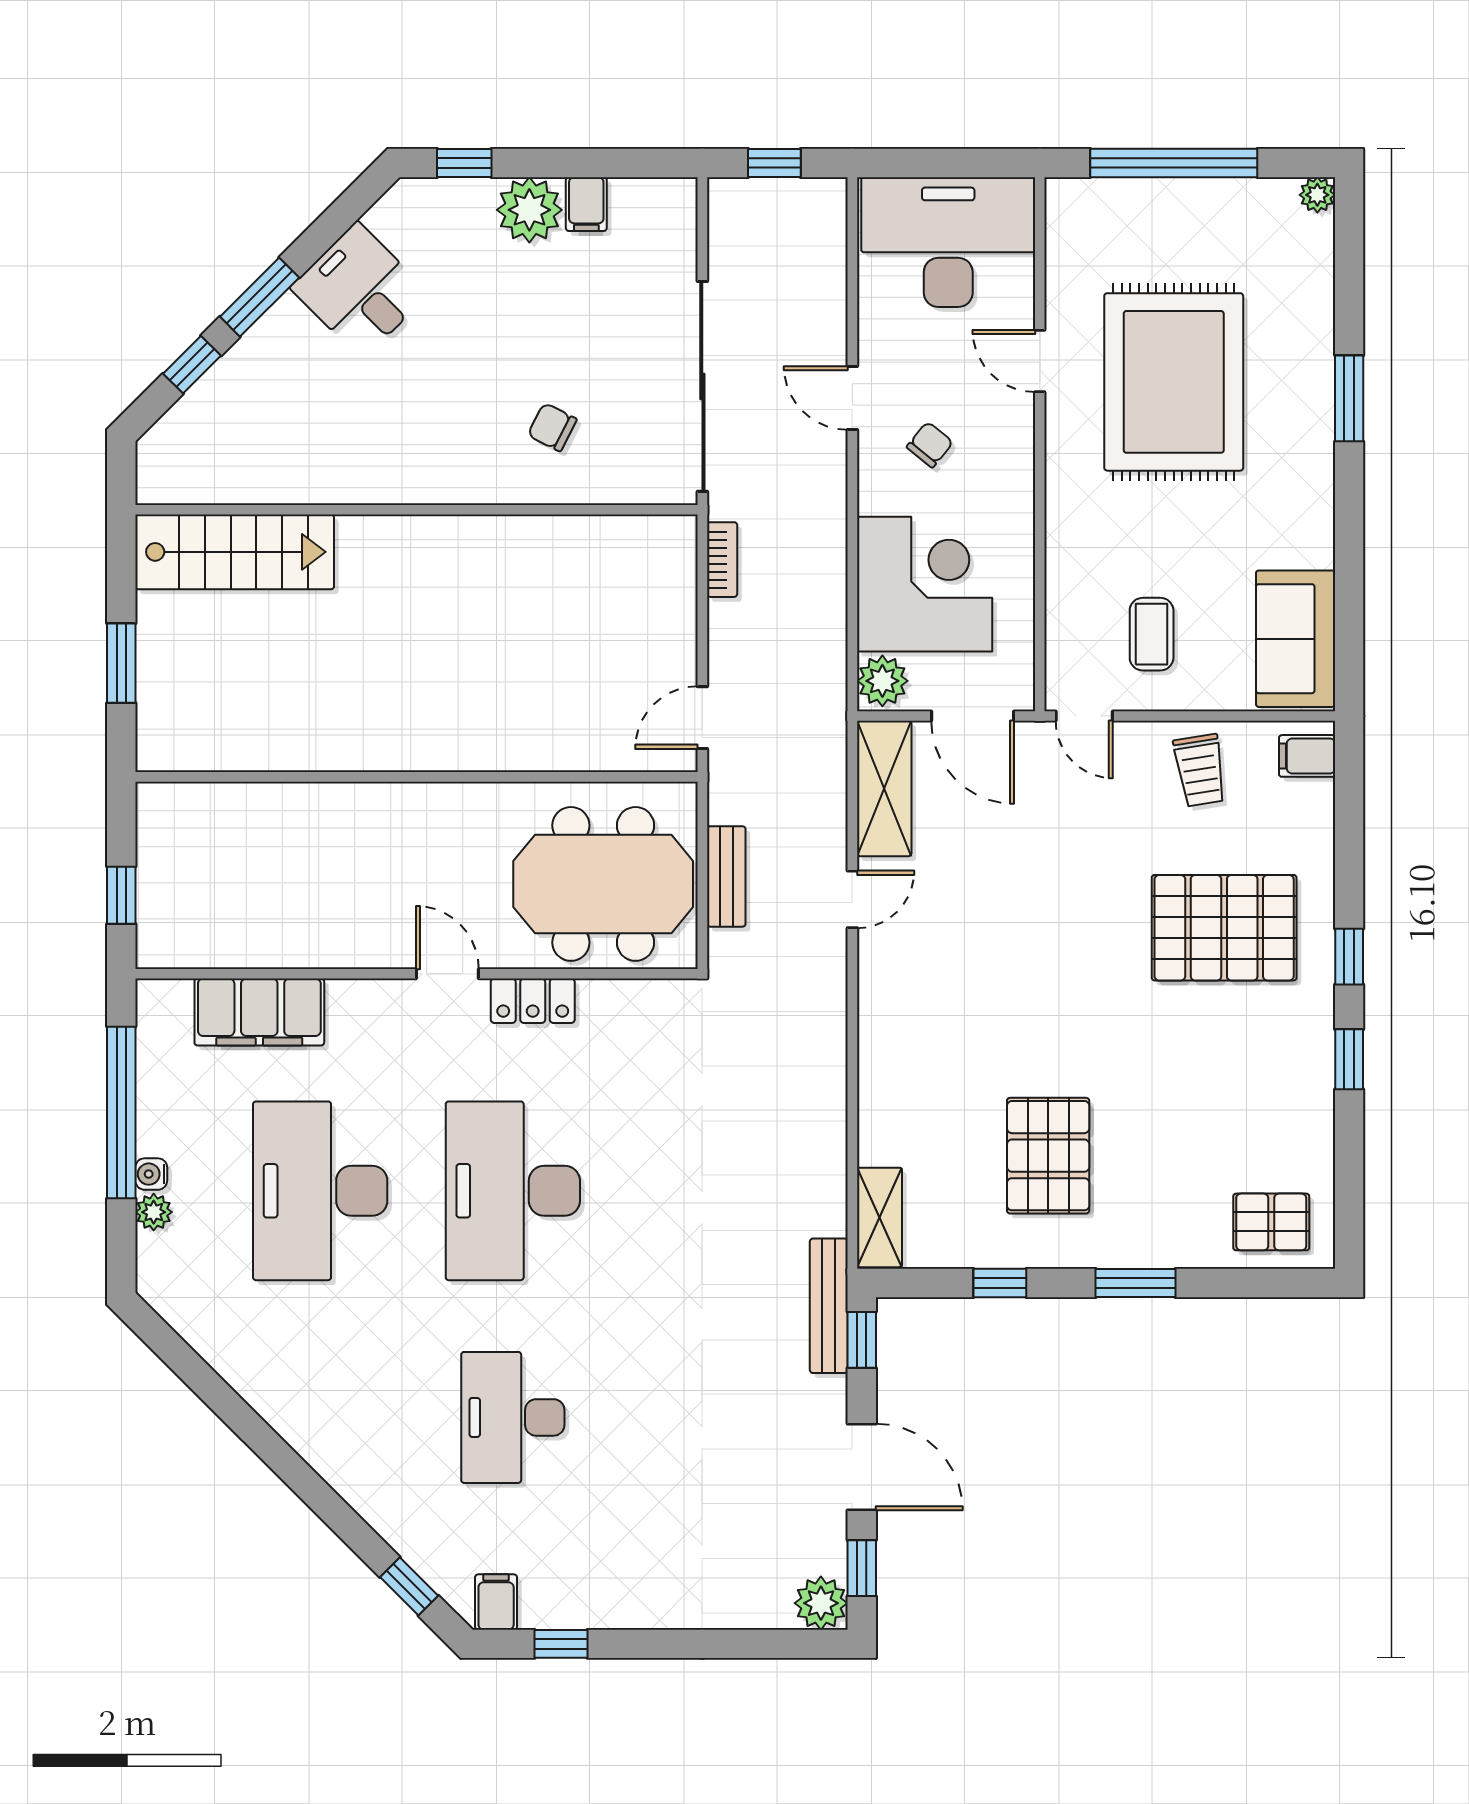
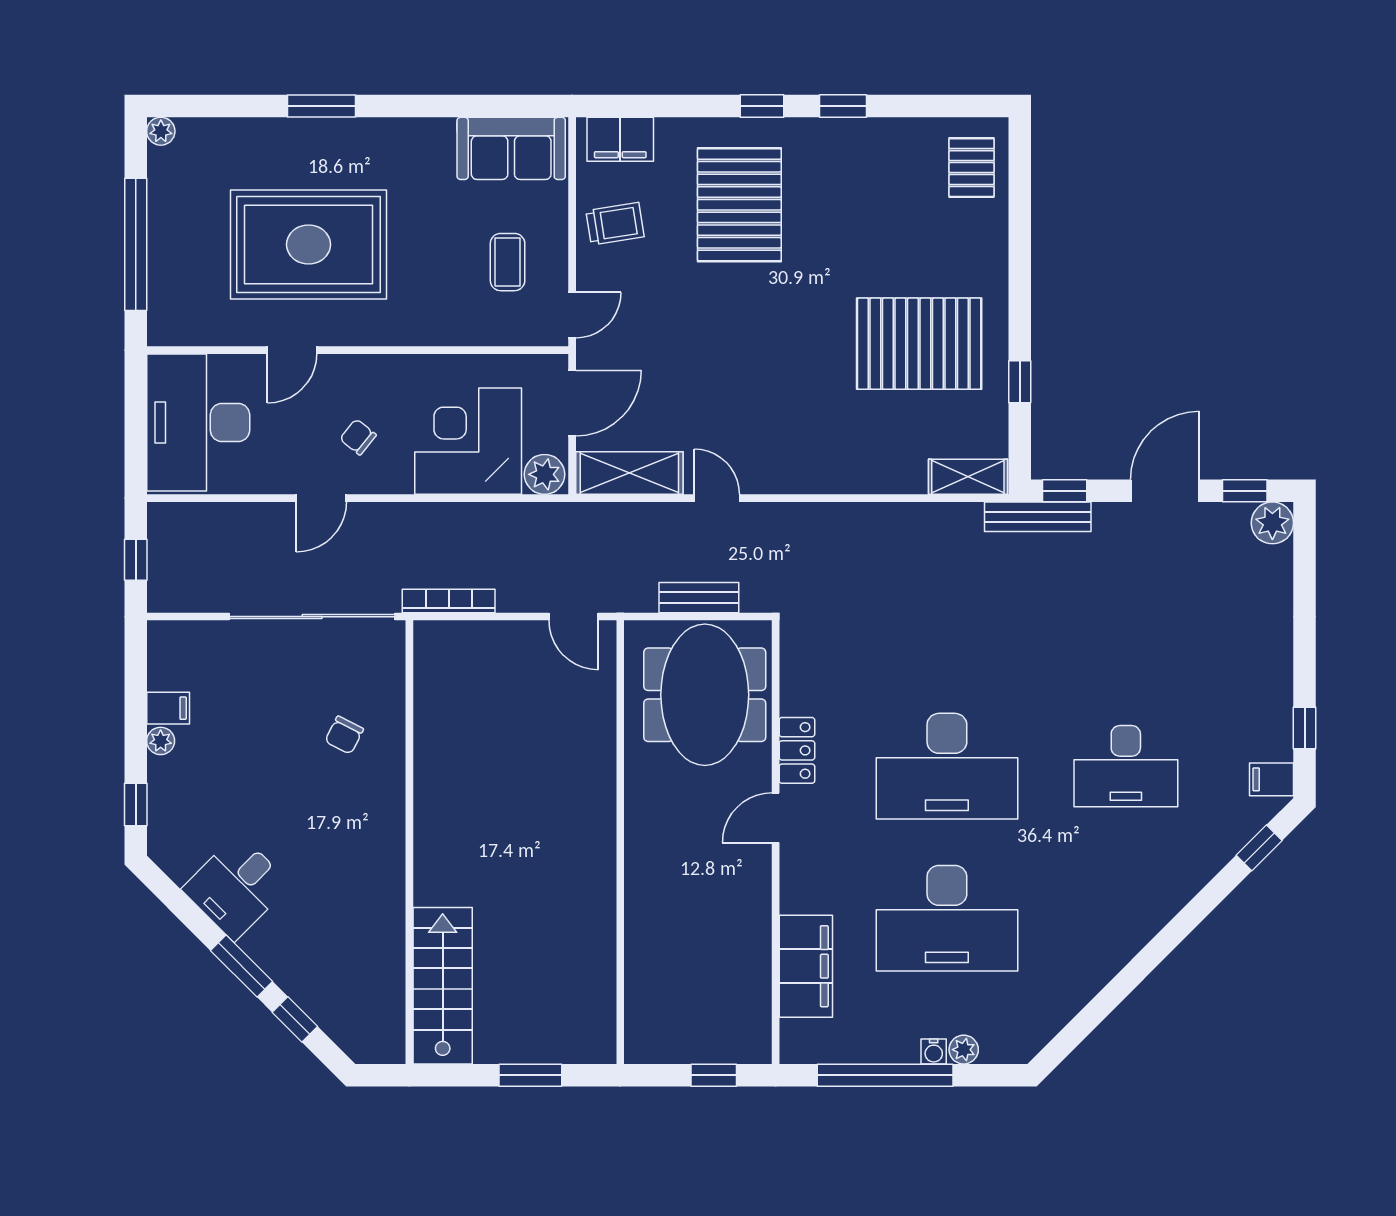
plant: (529, 210) -> (161, 741), width x0.53, depth x0.53
bookcase: (722, 560) -> (449, 601), width x1.56
coffee table: (1152, 634) -> (508, 262), turned 90
filing cabinet: (1307, 756) -> (620, 139), width x2.00
pallet: (1048, 1156) -> (919, 344), width x1.37, depth x1.41
window: (1135, 1283) -> (1020, 275), removed

